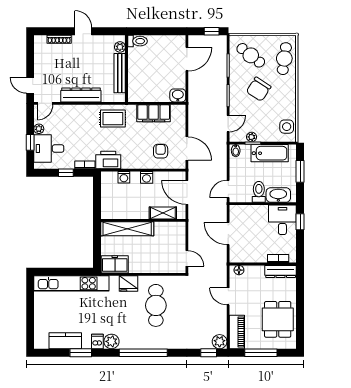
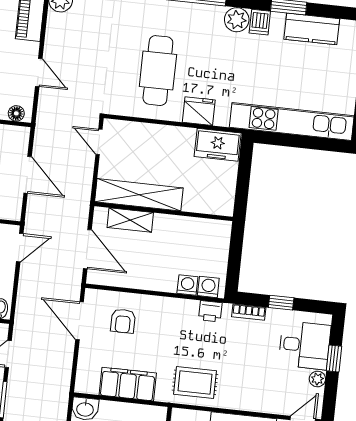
printer: (108, 160) -> (210, 311), width x0.53, depth x0.68
washing machine: (147, 177) -> (208, 287), moved
shelving: (127, 229) -> (139, 195), moved

